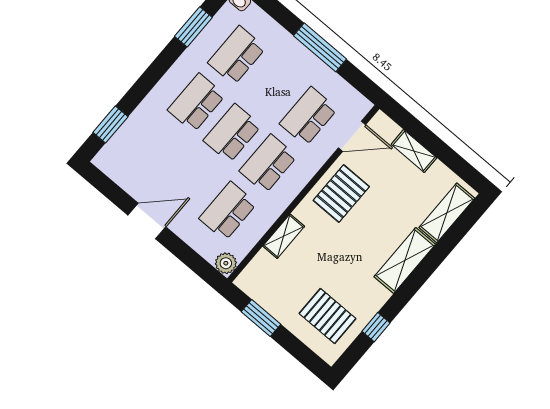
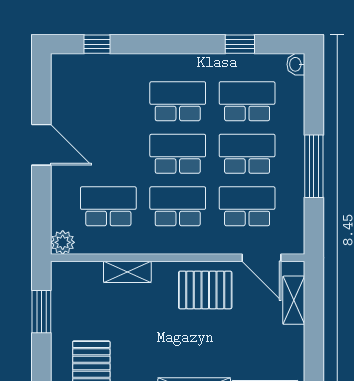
window: (193, 27) -> (240, 44), width x0.67
school desk: (273, 86) -> (247, 154), added
window: (110, 125) -> (97, 44), width x0.67
shelving: (414, 151) -> (294, 300), moved

